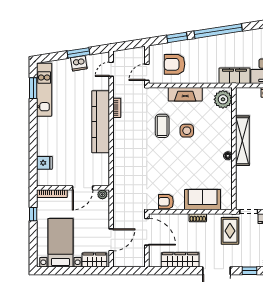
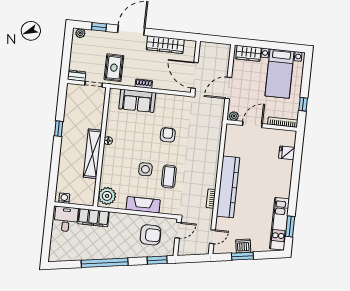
window: (177, 37) -> (157, 260), moved
armchair: (166, 202) -> (168, 135), moved, turned -90
door: (111, 240) -> (228, 88), moved

